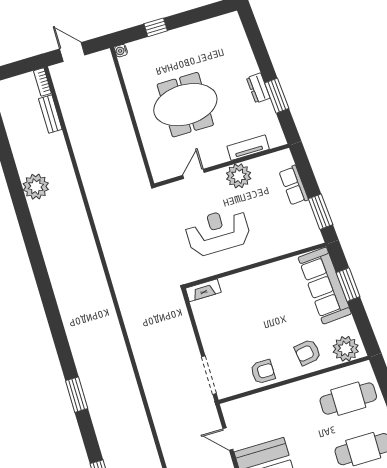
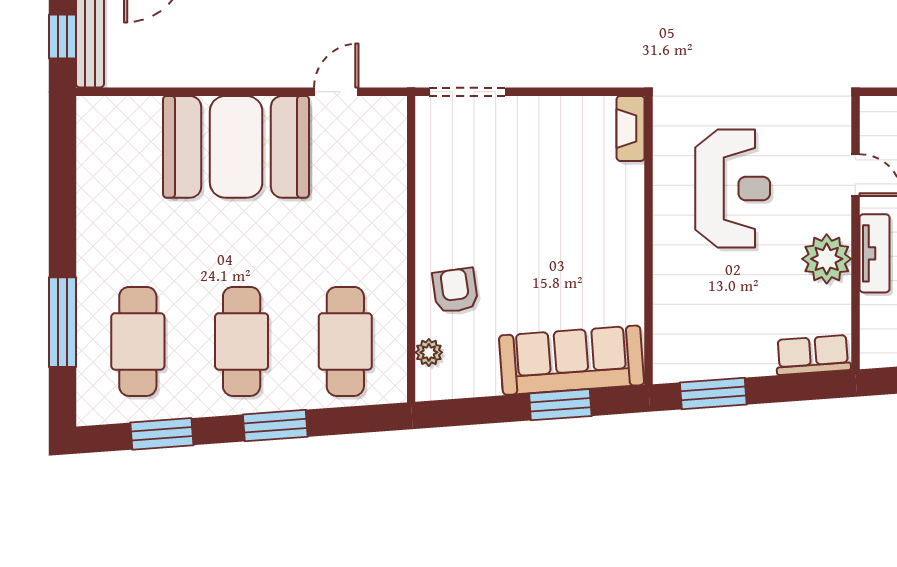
tv unit: (248, 148) -> (875, 253), moved
row of seats: (294, 185) -> (813, 355), moved
plant: (346, 349) -> (429, 352), width x0.53, depth x0.53
armchair: (263, 372) -> (444, 195), removed

